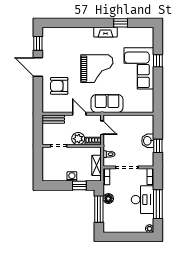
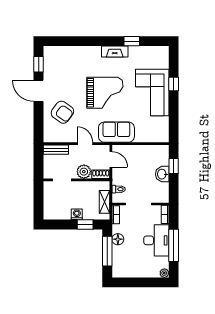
armchair: (59, 86) -> (62, 112), turned -144
window: (158, 146) -> (174, 166), moved

